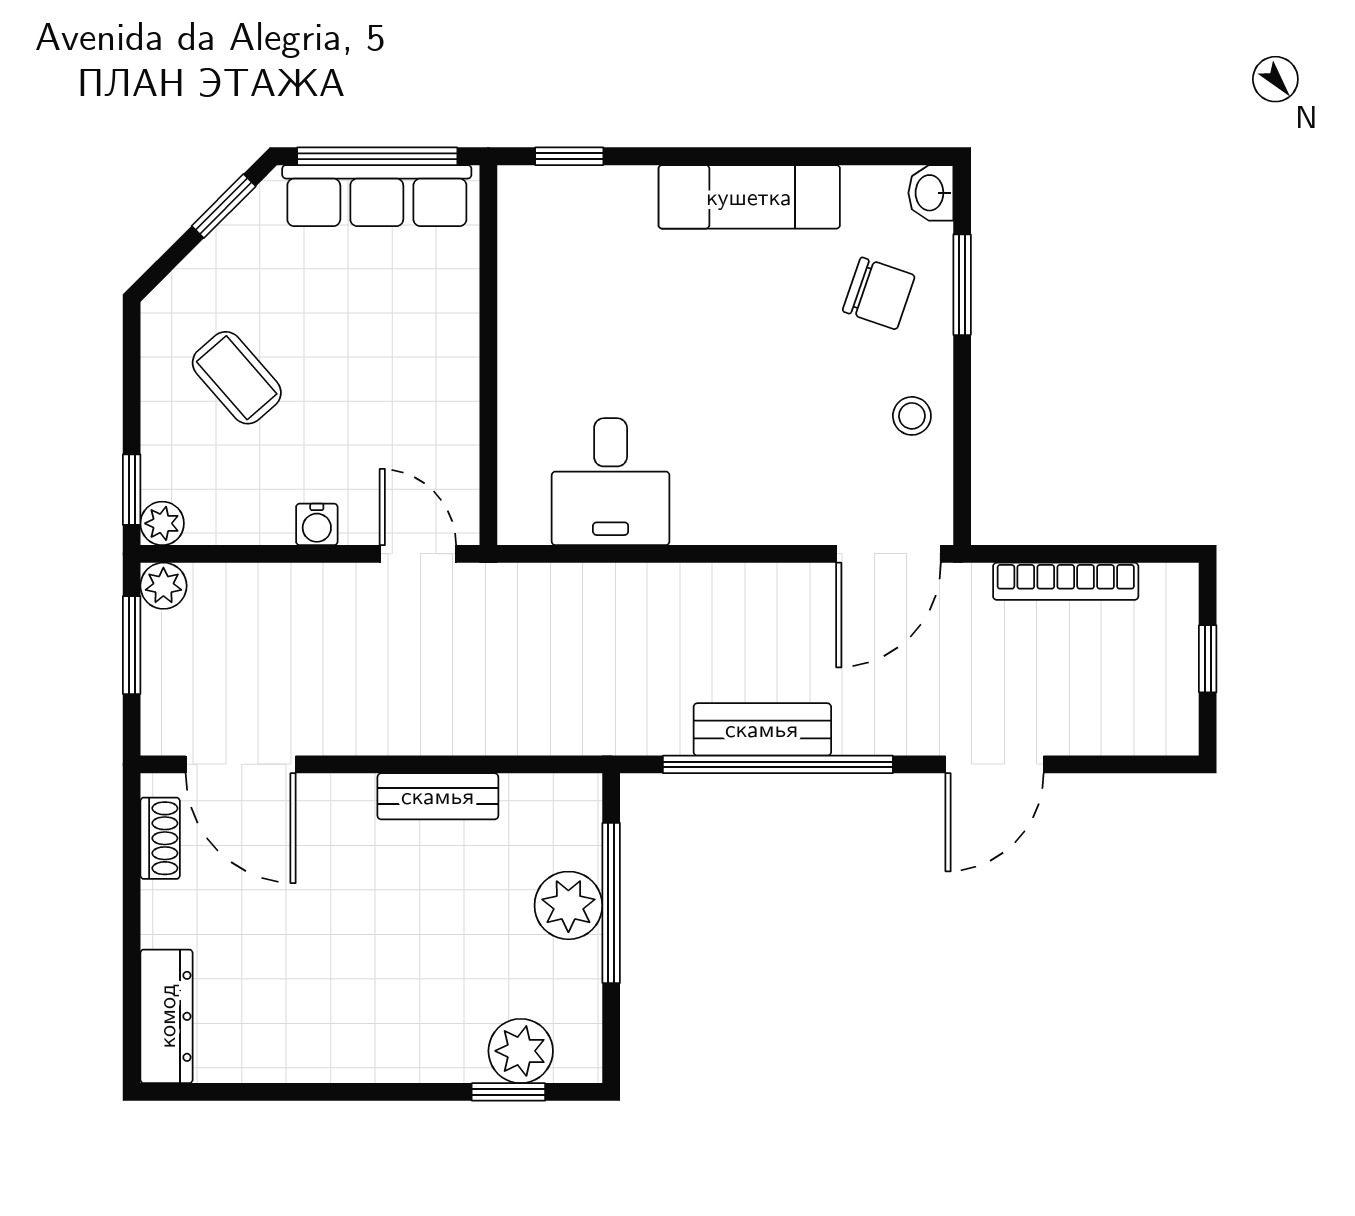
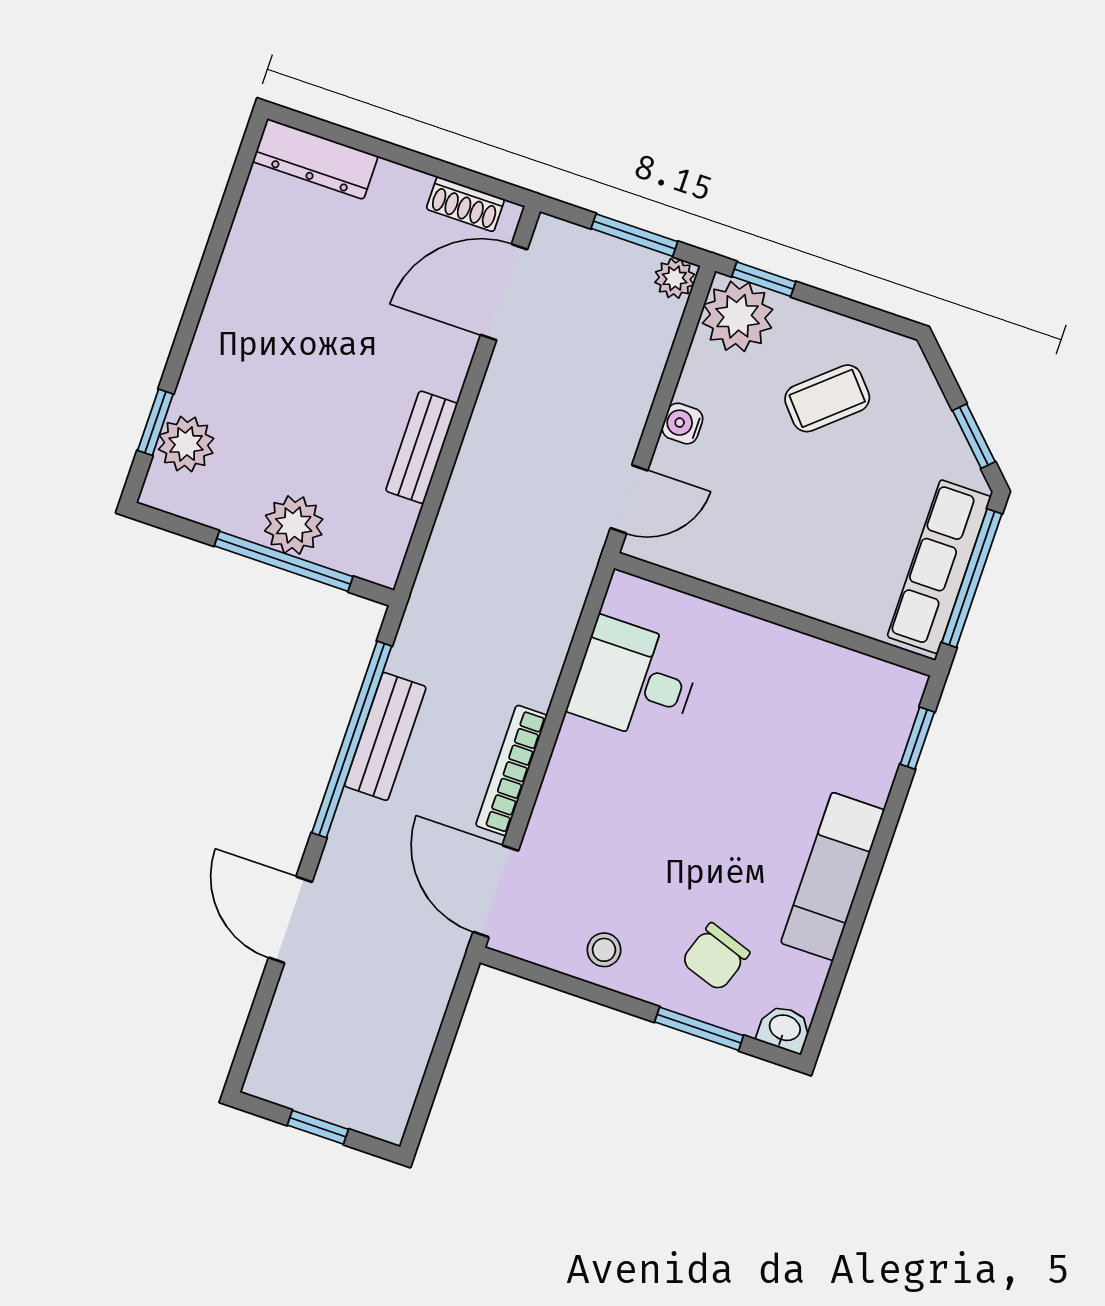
plant: (162, 523) -> (738, 316), width x1.87, depth x1.87
bookcase: (1066, 581) -> (511, 770), moved

